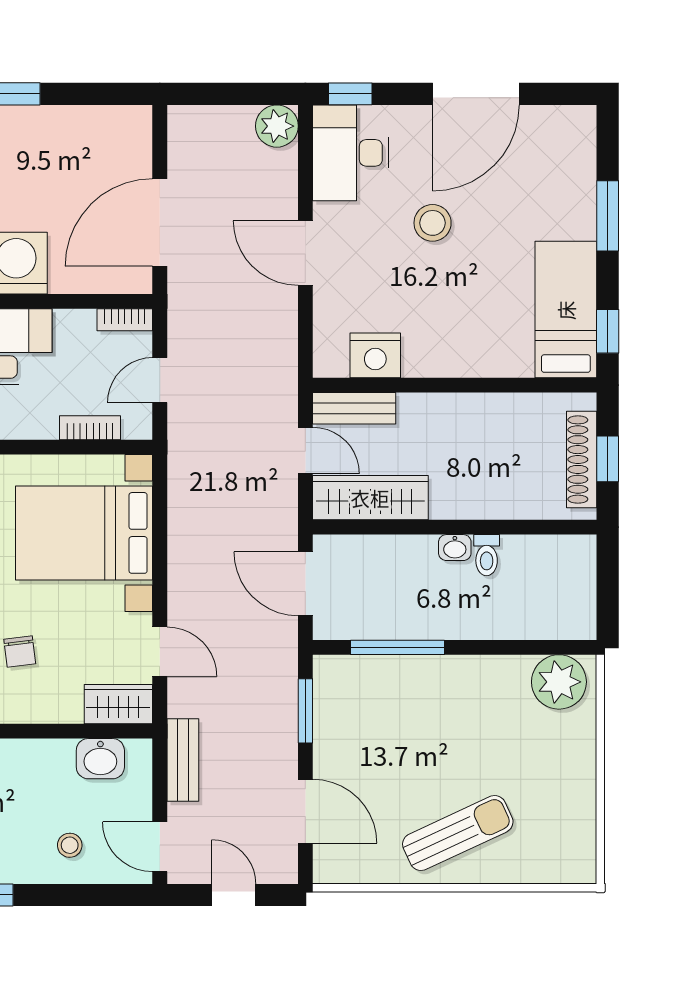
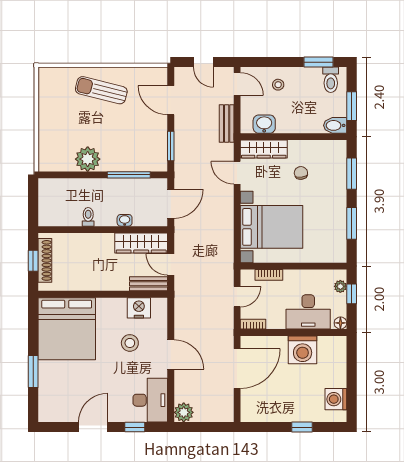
window: (350, 94) -> (135, 427), moved
door: (476, 94) -> (93, 427), width x0.73
stool: (433, 223) -> (130, 343), moved
bed: (566, 310) -> (67, 329), width x2.04
window: (608, 331) -> (33, 319), removed
washbasin: (455, 548) -> (125, 220), moved
door: (305, 584) -> (171, 204), hinge flipped
plant: (559, 682) -> (88, 159), moved
wardrobe: (118, 704) -> (264, 149), width x1.50
sun lounger: (458, 833) -> (101, 90), turned 39

